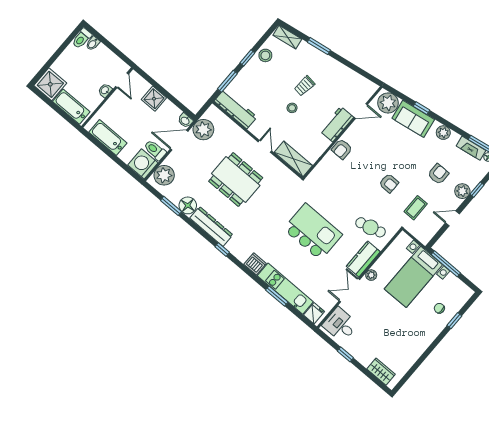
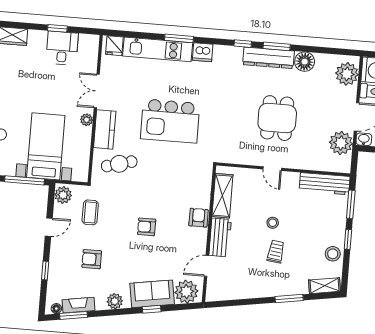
shelving: (293, 159) -> (222, 196), moved, turned 90
armchair: (438, 174) -> (92, 259), turned 90
dining table: (236, 180) -> (277, 118), width x0.73
armchair: (389, 183) -> (147, 227), moved
plant: (462, 191) -> (63, 195), moved
window: (171, 206) -> (277, 46), moved
double door: (349, 290) -> (97, 91), swing flipped
window: (277, 296) -> (179, 38), moved
desk: (340, 325) -> (62, 48), moved, turned -90

